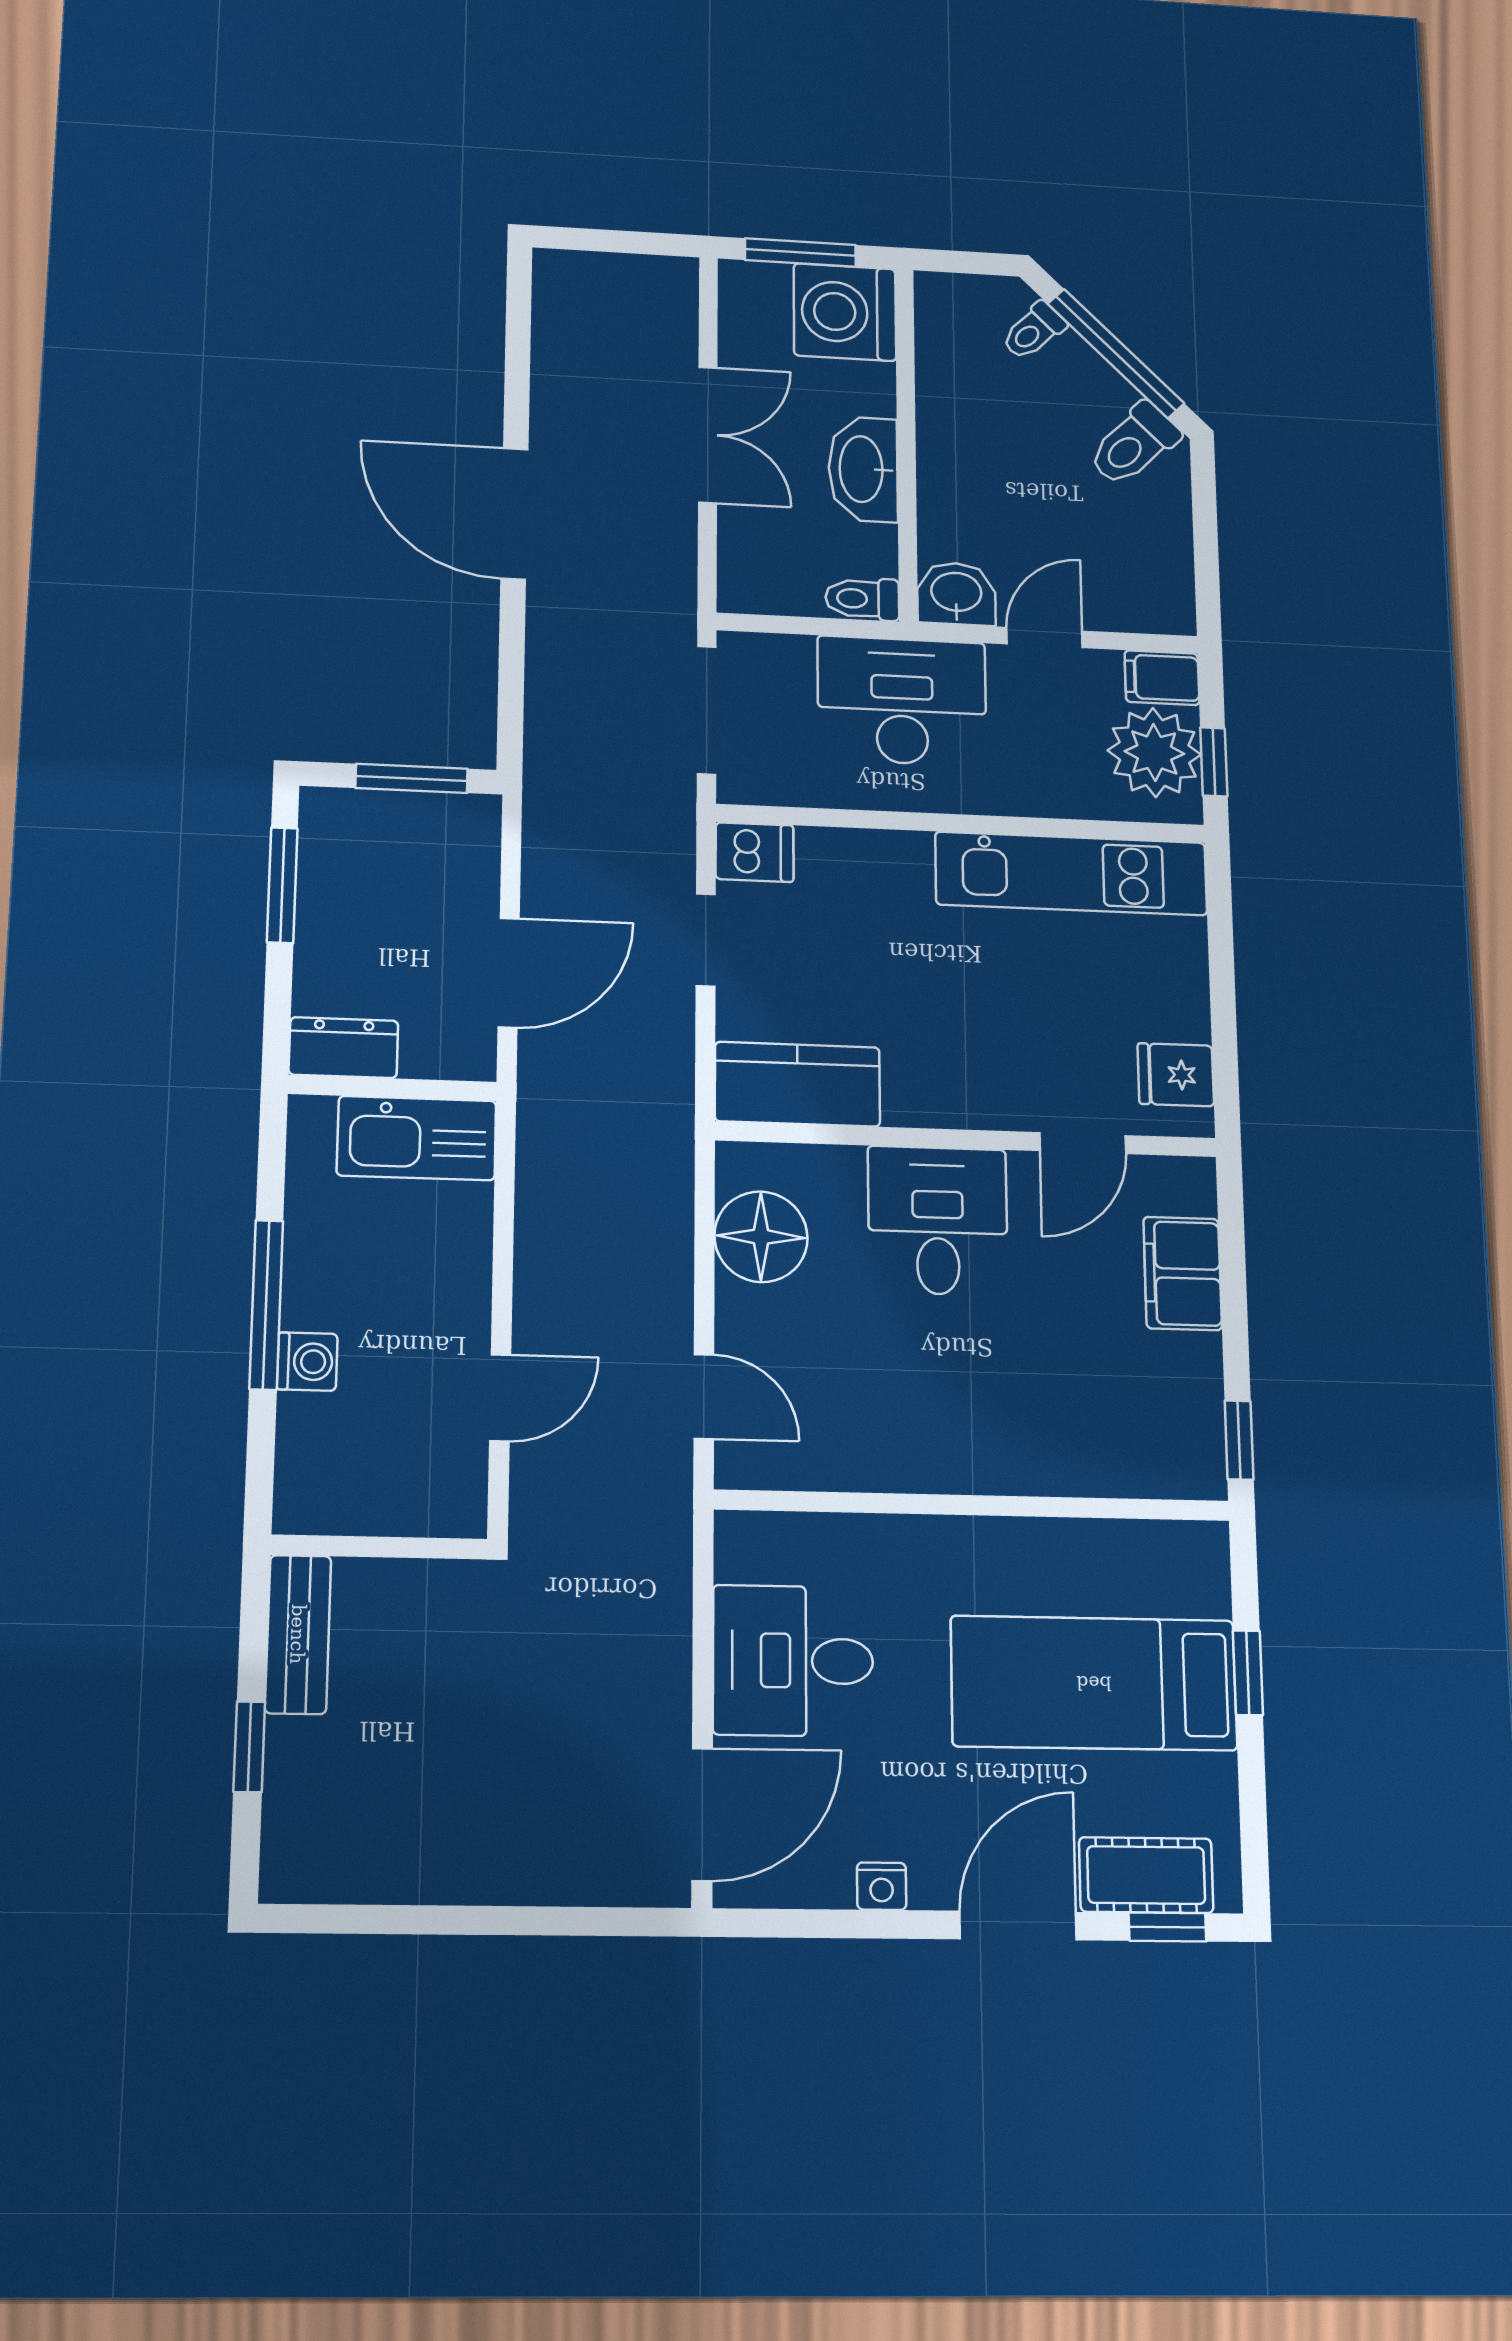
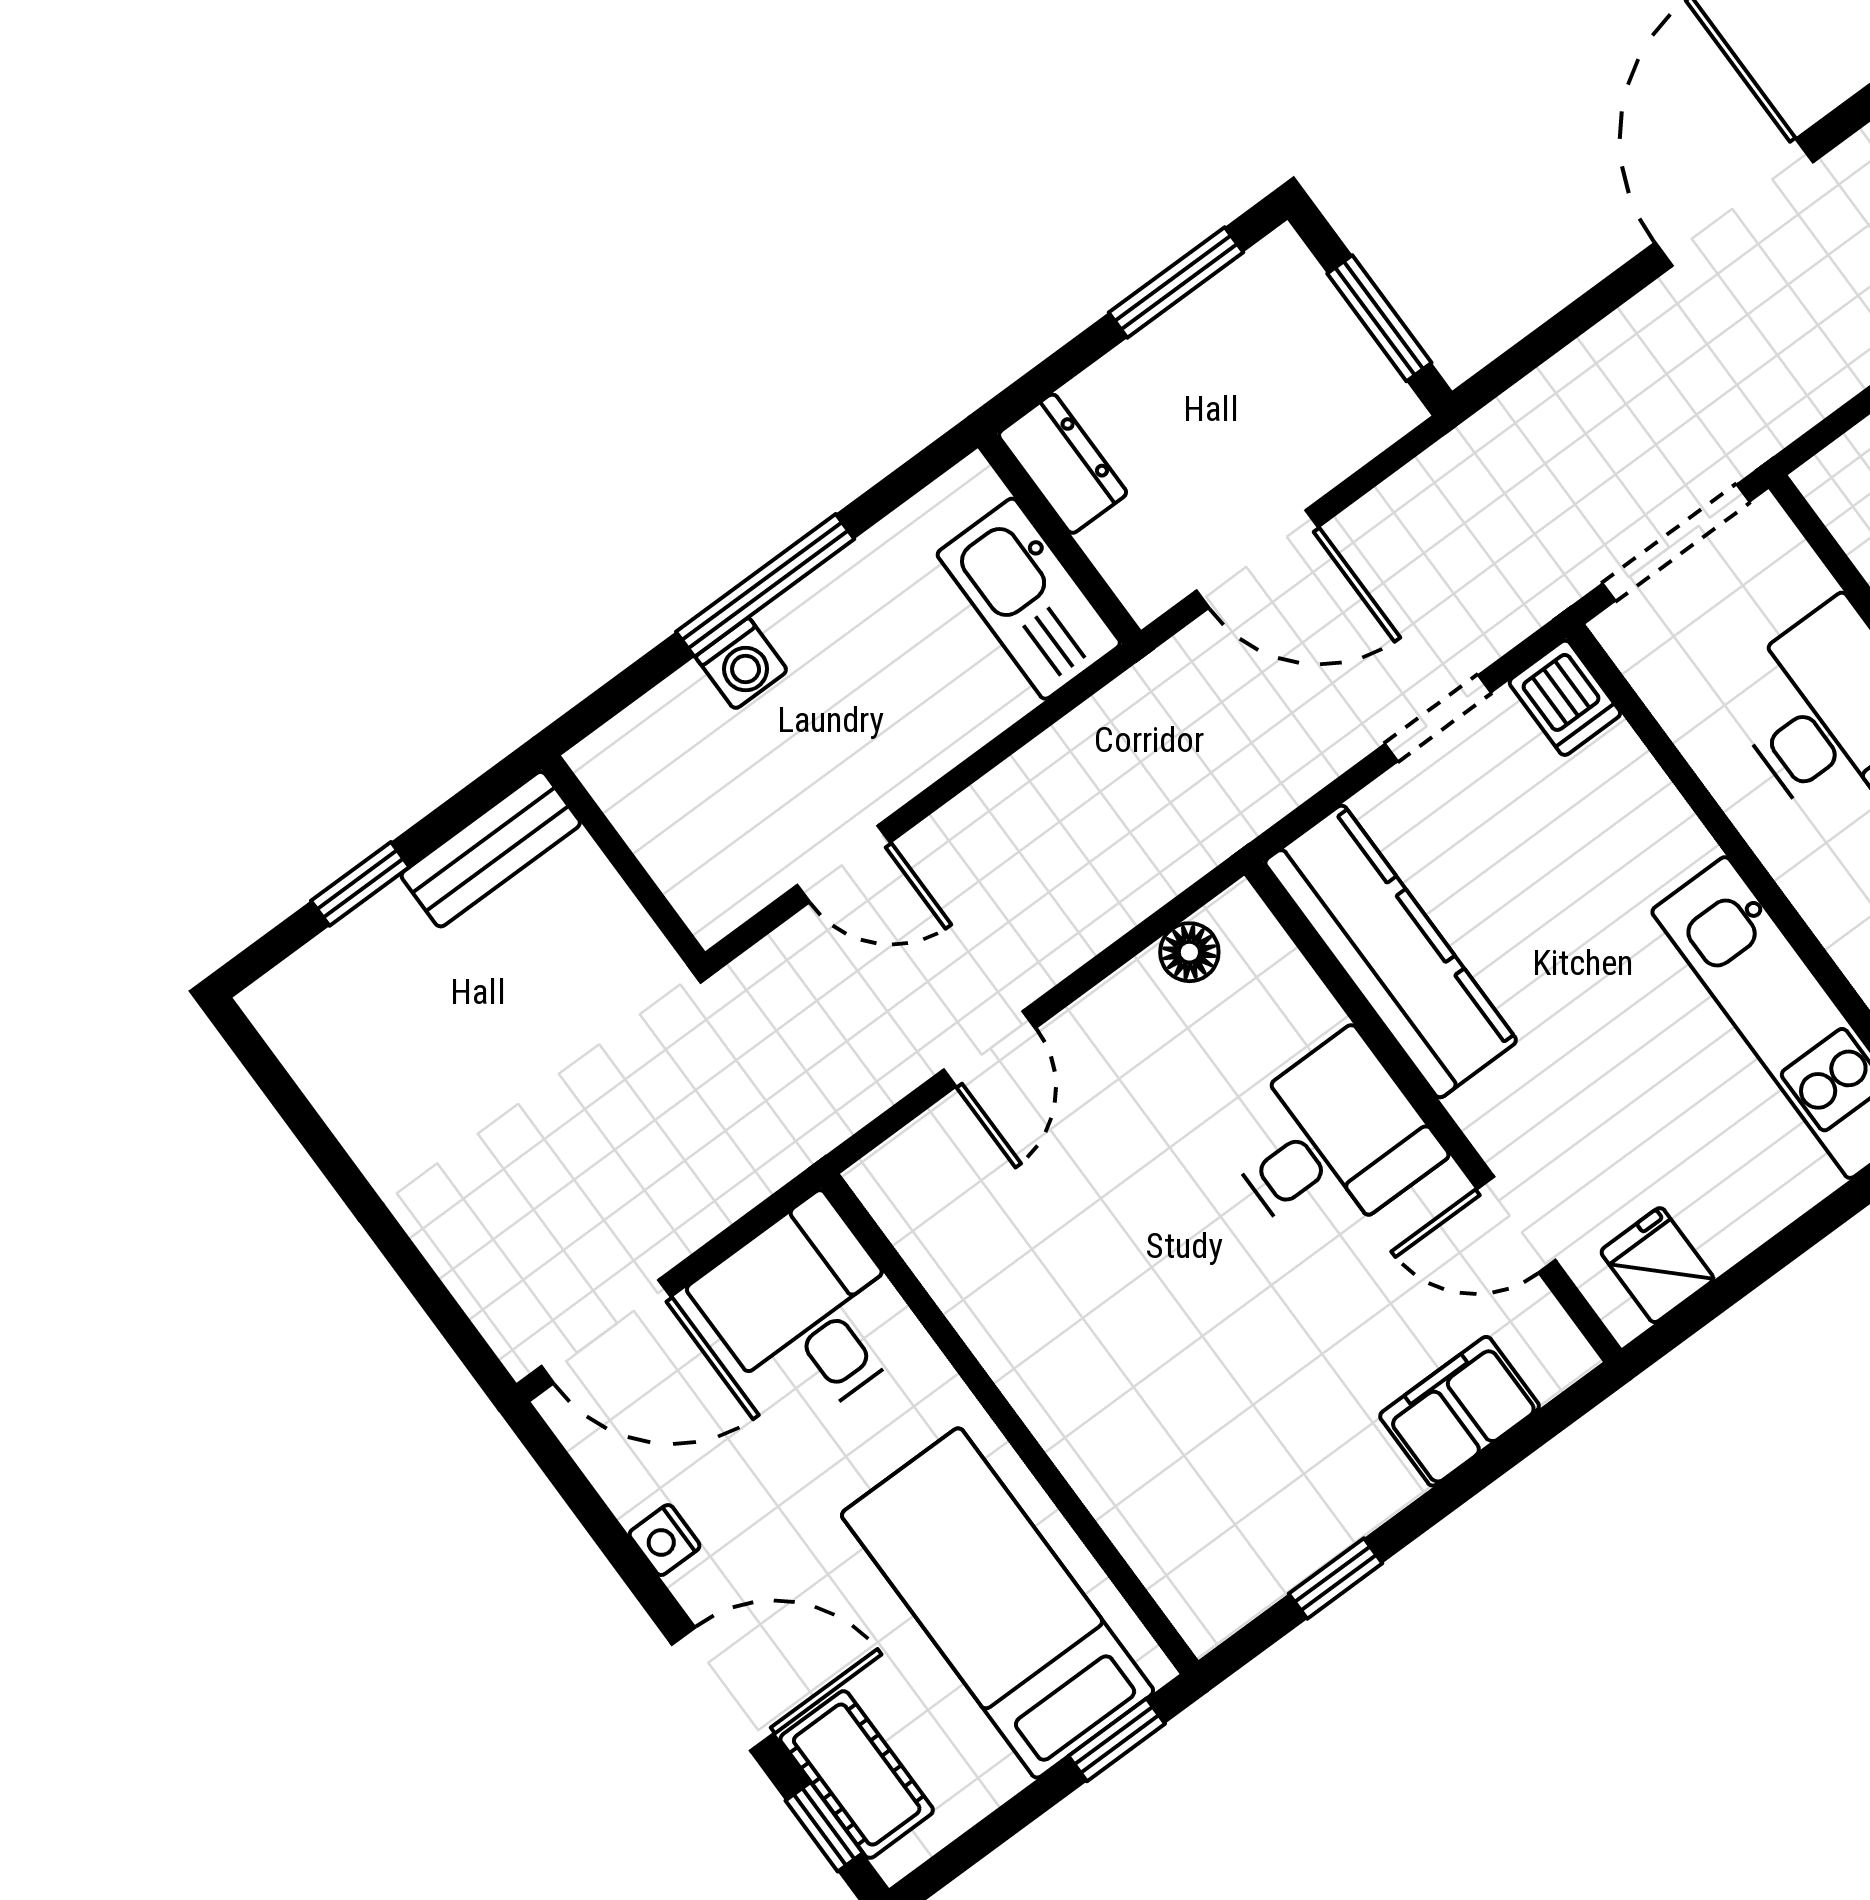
kitchen counter: (797, 1084) -> (1391, 951), width x1.50
floor lamp: (761, 1237) -> (1189, 952), width x0.53, depth x0.53
wall: (973, 1505) -> (1010, 1424), moved

